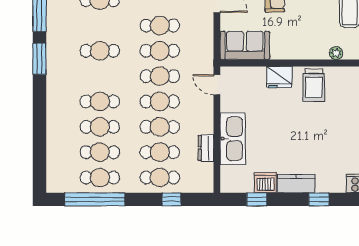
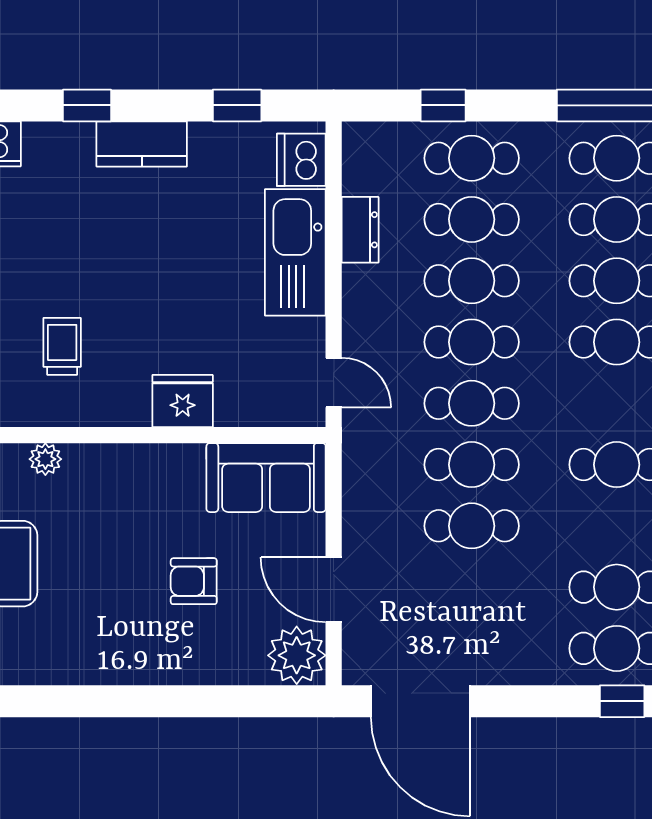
trolley: (314, 85) -> (62, 346), moved, width x0.73, depth x0.72
dishwasher: (265, 183) -> (301, 160), moved, turned 90

